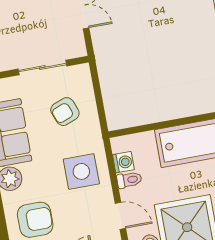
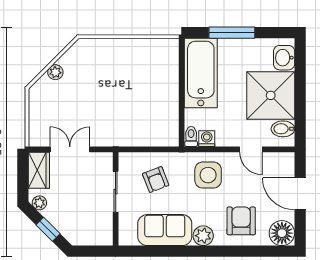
toilet: (129, 180) -> (191, 136), moved
door: (120, 216) -> (251, 149), swing flipped

